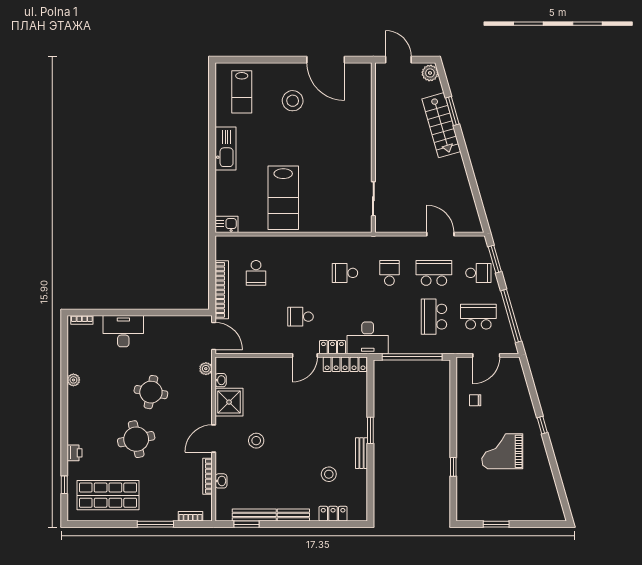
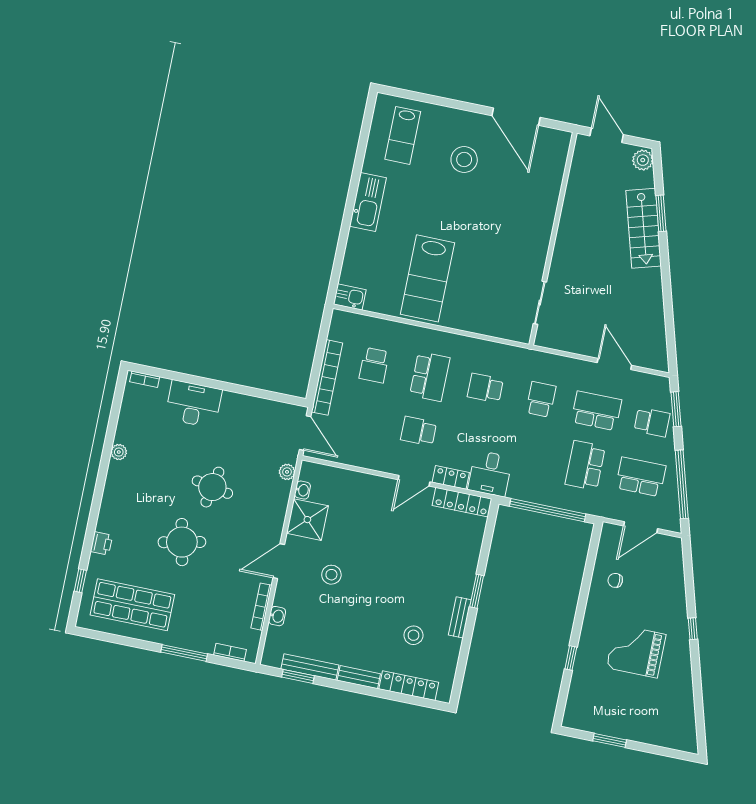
school desk: (300, 273) -> (430, 377), added
desk: (368, 338) -> (490, 473), width x0.73
locker: (333, 514) -> (409, 686), width x1.53

